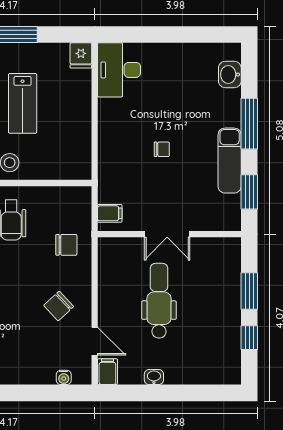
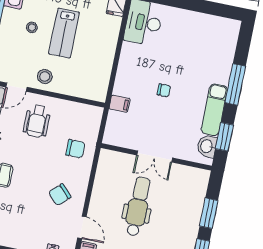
washbasin: (230, 75) -> (207, 146), moved
filing cabinet: (110, 213) -> (119, 104), moved

